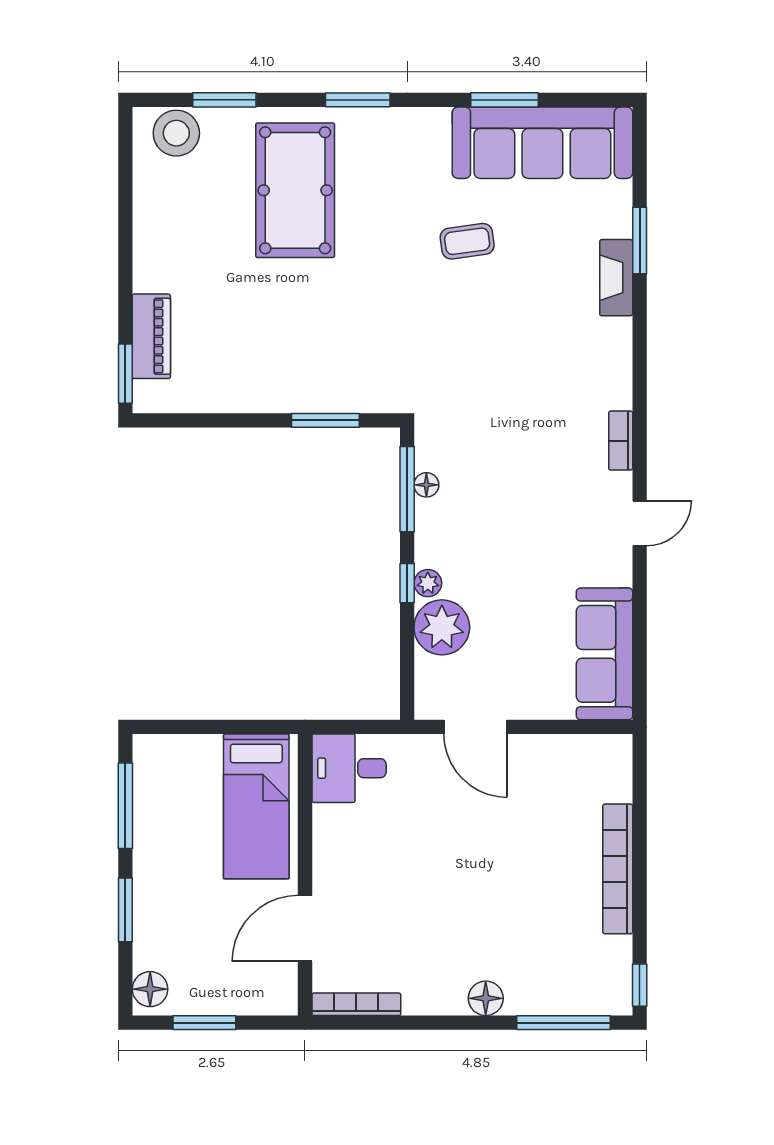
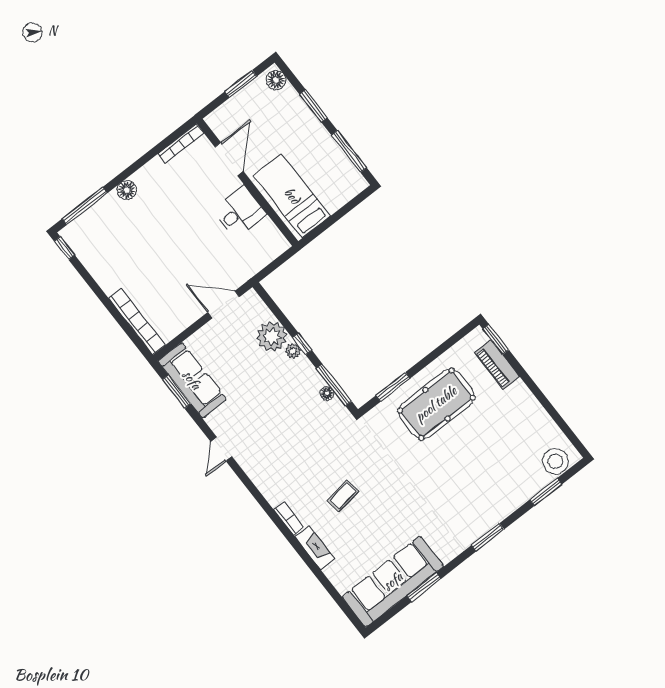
pool table: (295, 190) -> (436, 404), moved, turned 90
coffee table: (467, 241) -> (343, 496), moved
window: (640, 241) -> (177, 392), moved
bookcase: (621, 441) -> (289, 519), moved
desk: (349, 768) -> (239, 212), moved
bookcase: (618, 869) -> (137, 322), moved

